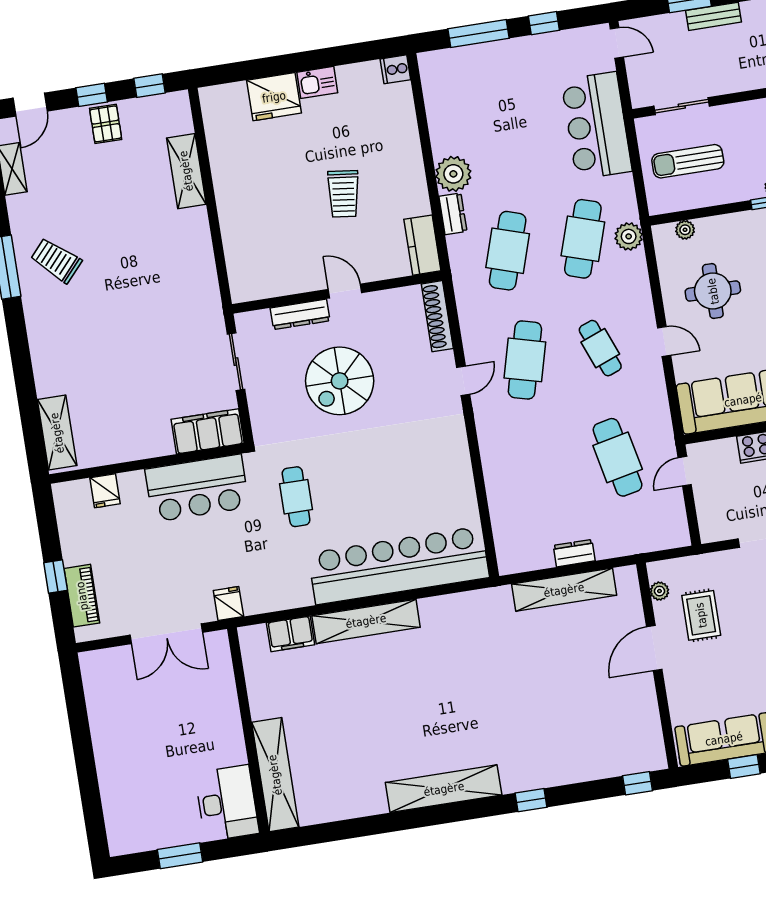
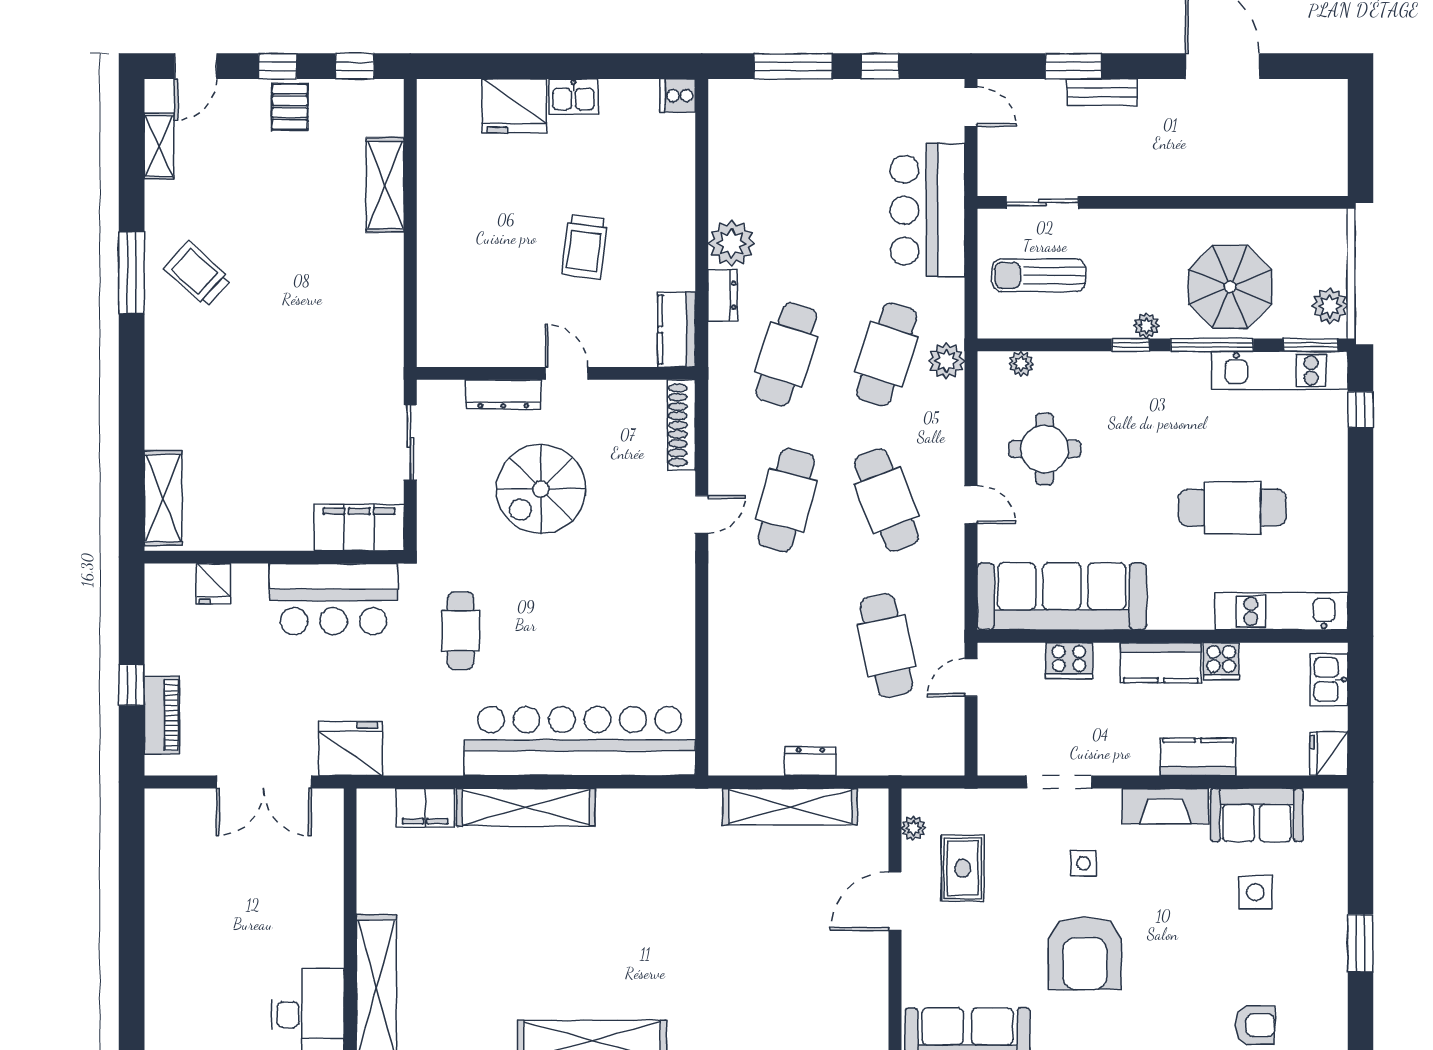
cafe table: (600, 348) -> (886, 500), width x1.37, depth x1.35
fridge: (228, 603) -> (351, 749), width x1.88, depth x1.34

